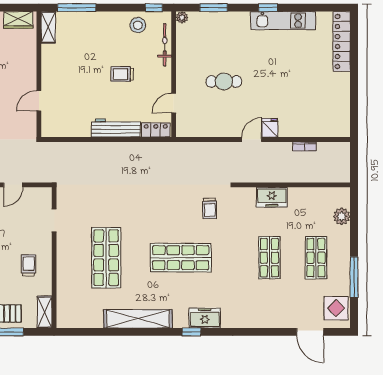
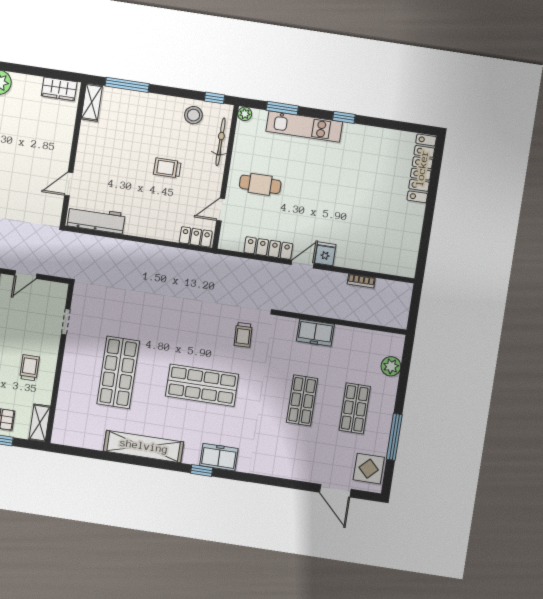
kitchen unit: (283, 21) -> (304, 126), moved
cafe table: (224, 81) -> (260, 184), moved
workbench: (116, 128) -> (96, 220), moved
locker: (220, 130) -> (268, 248), added

